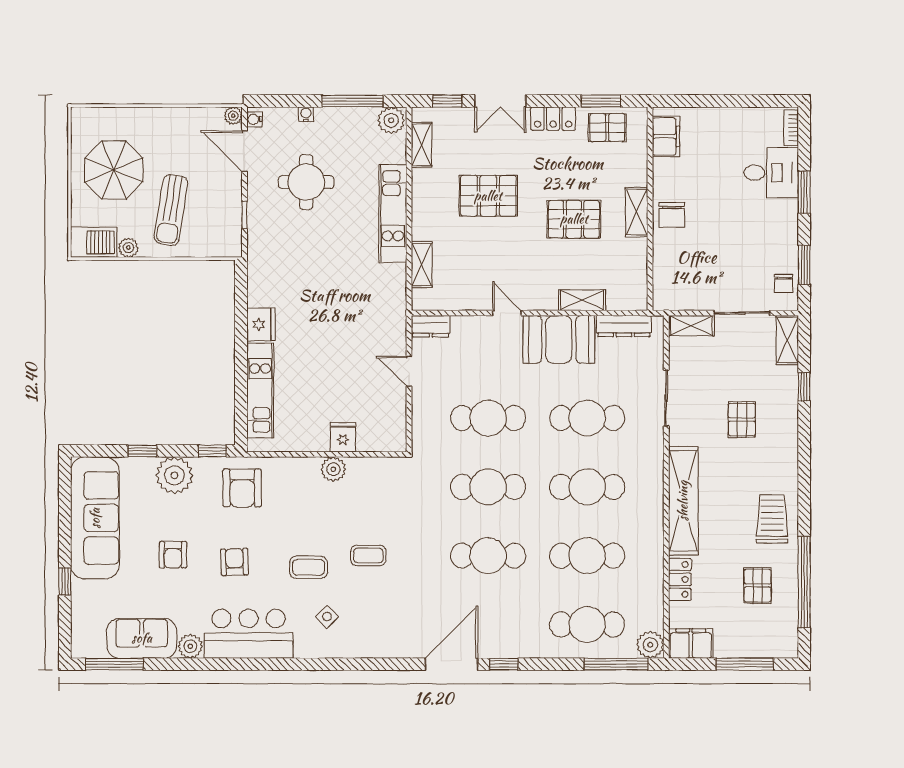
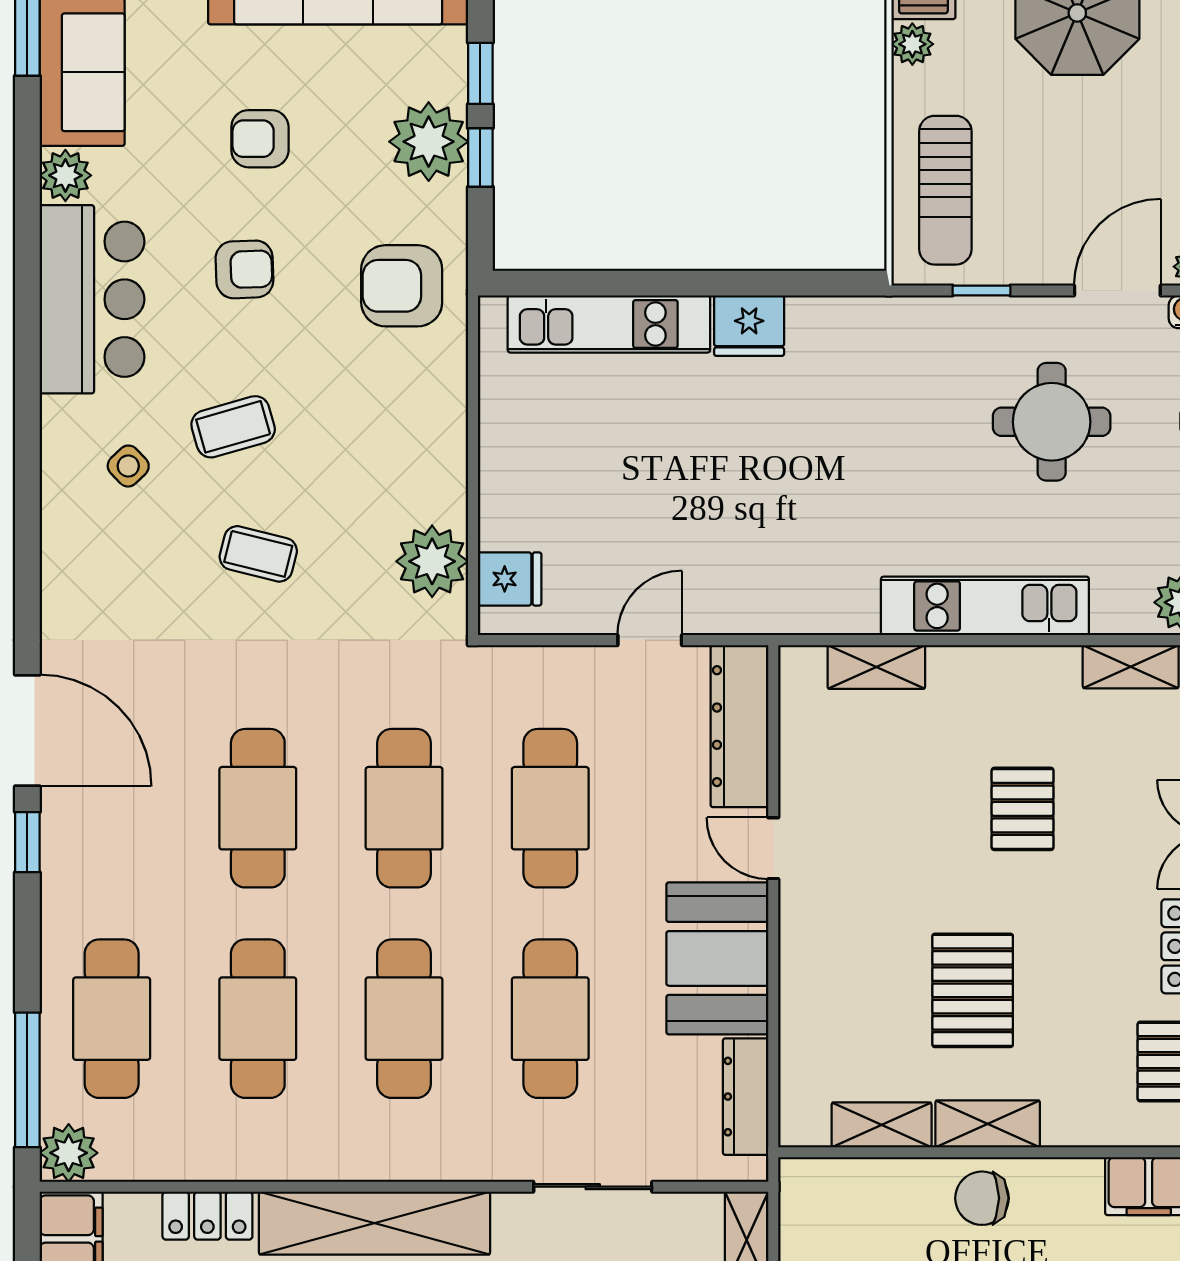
pallet: (488, 196) -> (1023, 809), width x0.67, depth x0.71
sun lounger: (171, 210) -> (945, 190), moved, turned -99
shelving: (582, 300) -> (882, 1125), moved, turned 90
door: (507, 313) -> (773, 848), swing flipped
dresser: (431, 326) -> (739, 726), width x1.96, depth x1.24
fridge: (343, 437) -> (510, 579), moved
window: (212, 451) -> (480, 158), moved
plant: (333, 469) -> (432, 561), moved, width x1.36, depth x1.36
coffee table: (368, 555) -> (258, 554), turned -76
coffee table: (309, 567) -> (233, 427), turned 74

